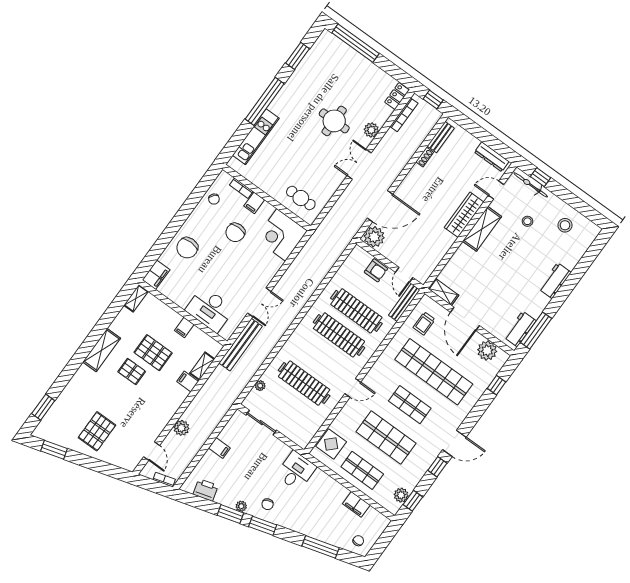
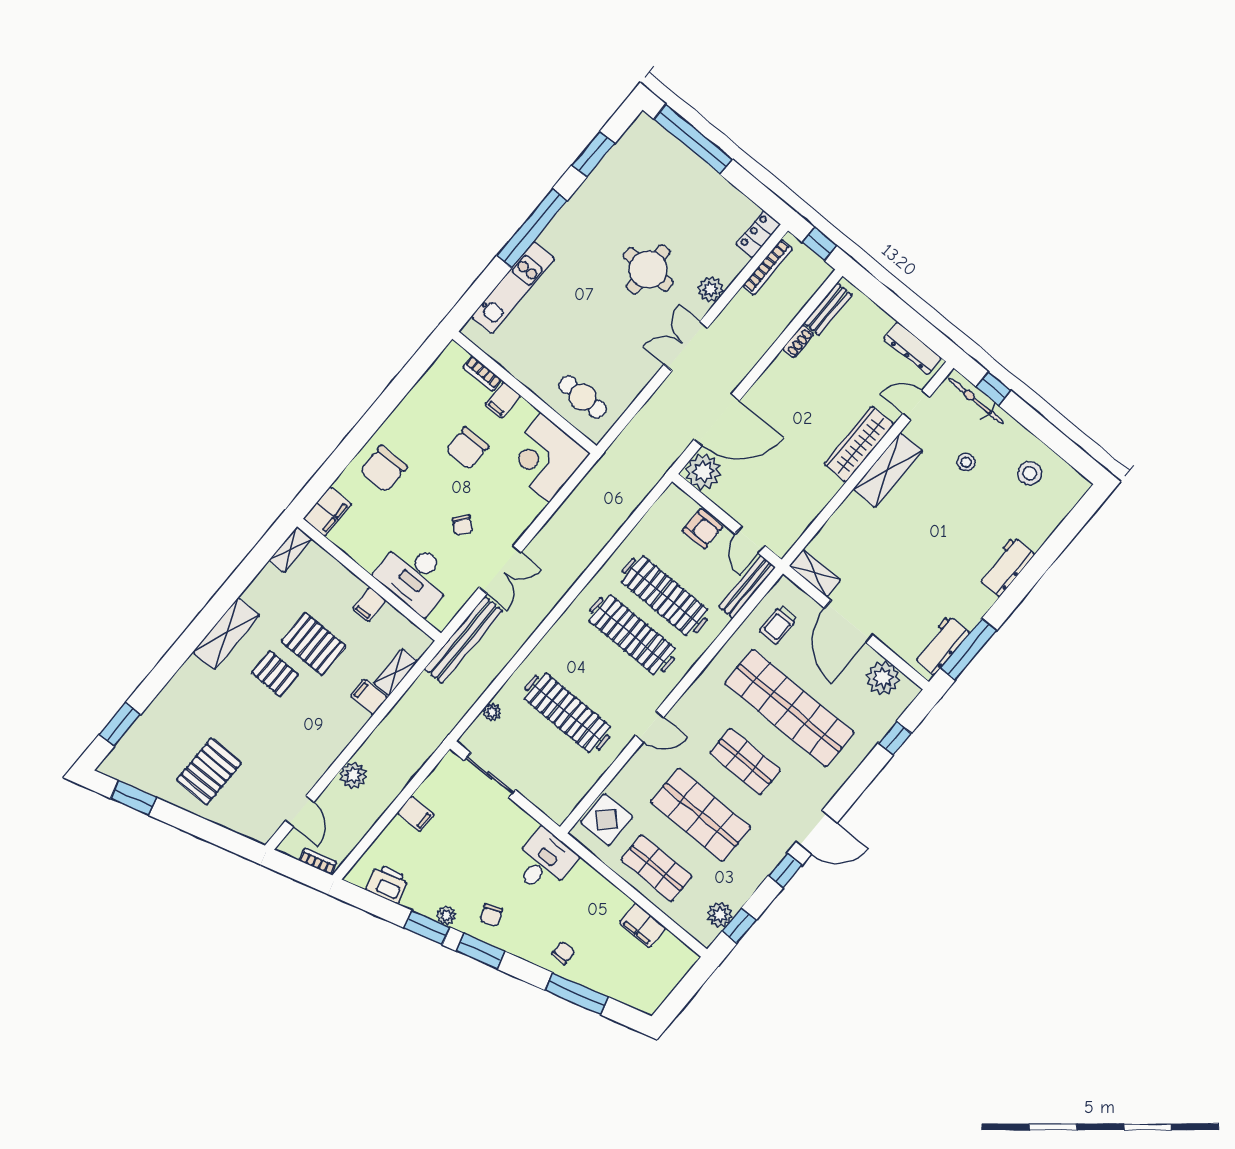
chair: (214, 199) -> (463, 525), moved
chair: (358, 541) -> (563, 953), moved

